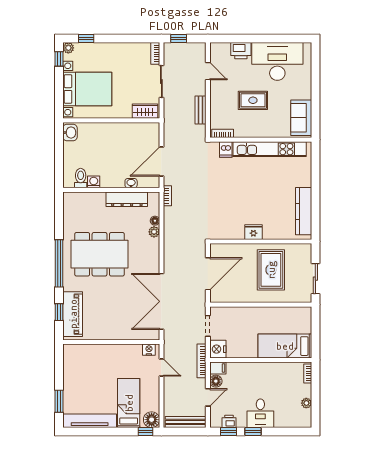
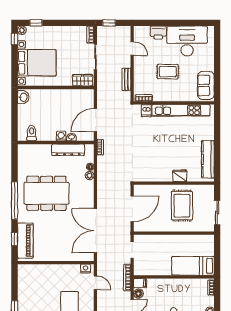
washing machine: (94, 182) -> (61, 136), moved
fridge: (253, 232) -> (180, 176), moved
nightstand: (218, 349) -> (140, 268), removed

